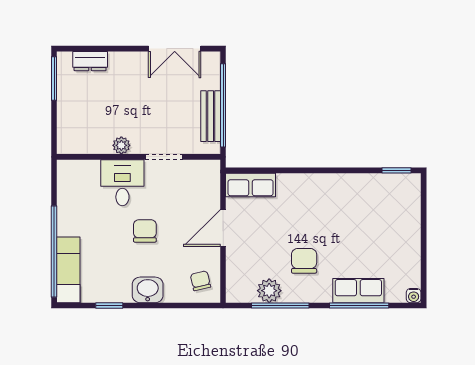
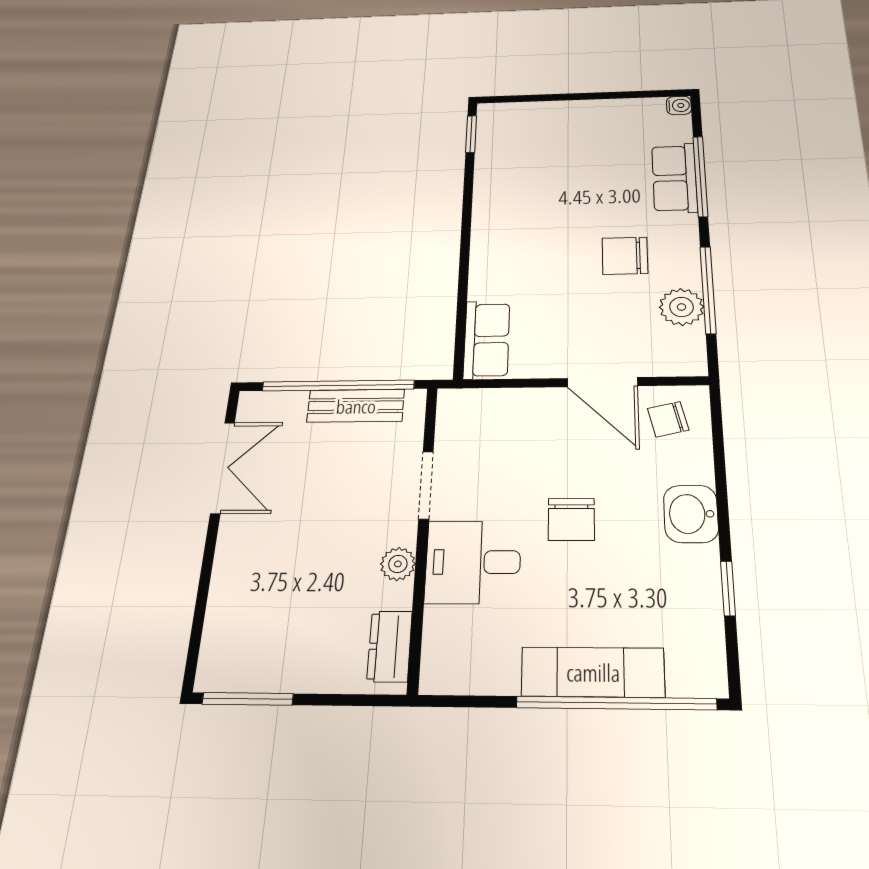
dresser: (90, 61) -> (390, 646), moved, turned 180
door: (223, 228) -> (602, 382), moved
chair: (145, 231) -> (571, 519), turned -90
exam couch: (68, 270) -> (593, 672), moved

